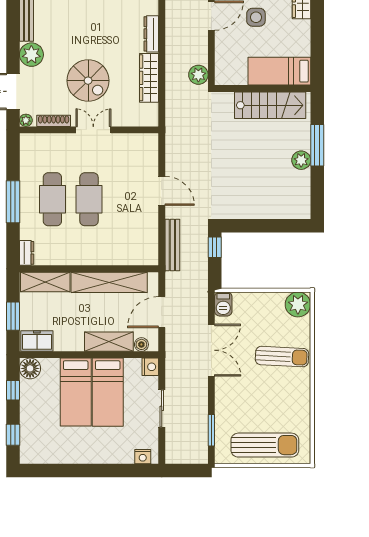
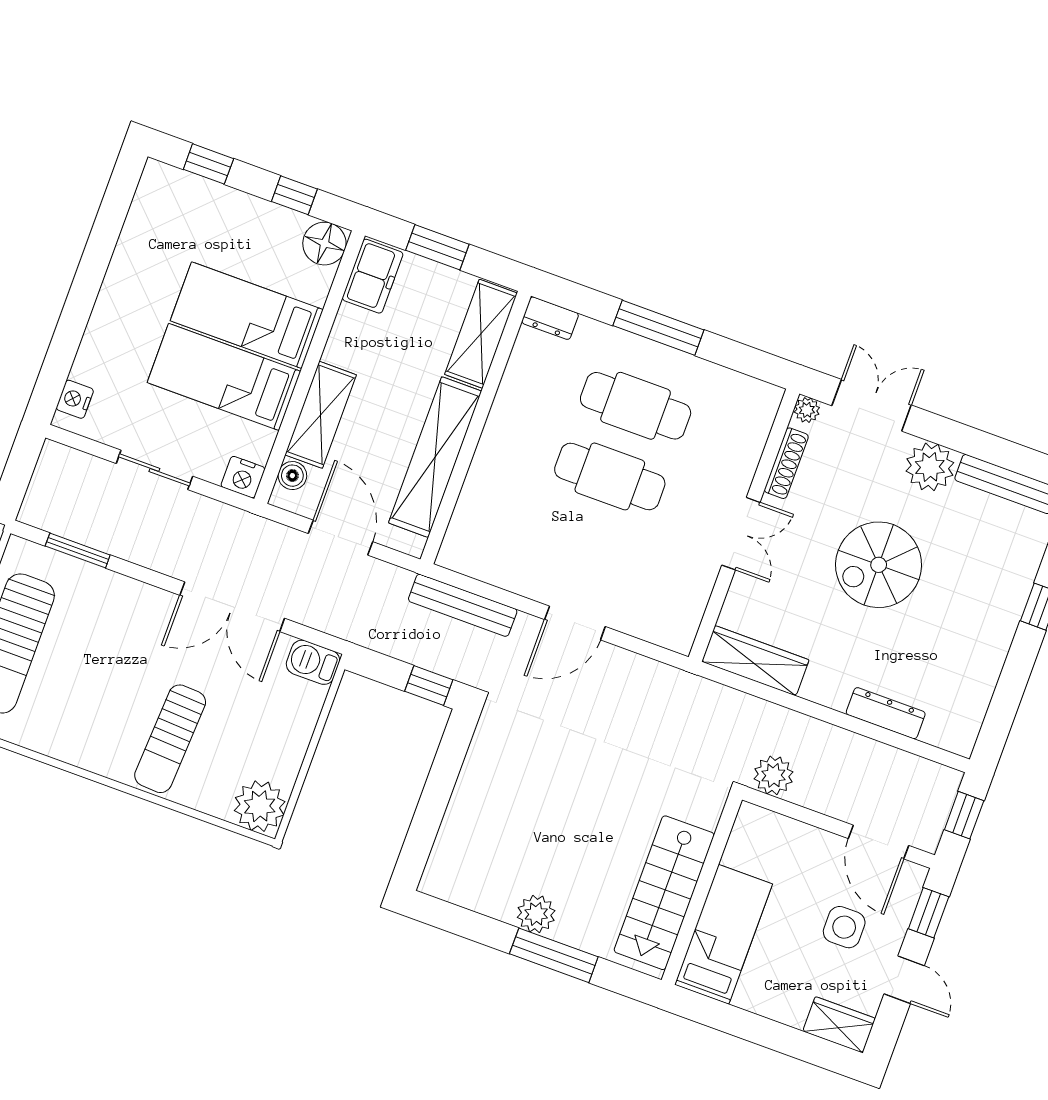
wardrobe: (149, 78) -> (755, 661), moved
spiral stairs: (88, 81) -> (879, 565), moved

